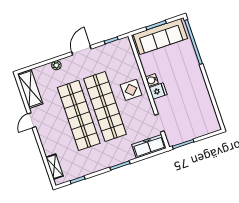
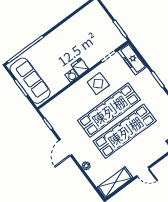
door: (81, 50) -> (65, 148), hinge flipped
display table: (131, 90) -> (98, 84), moved

